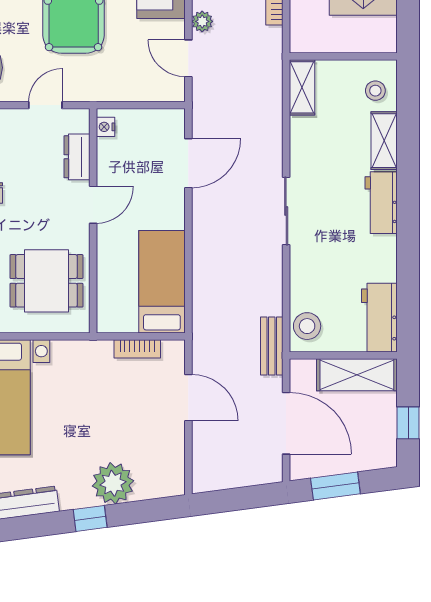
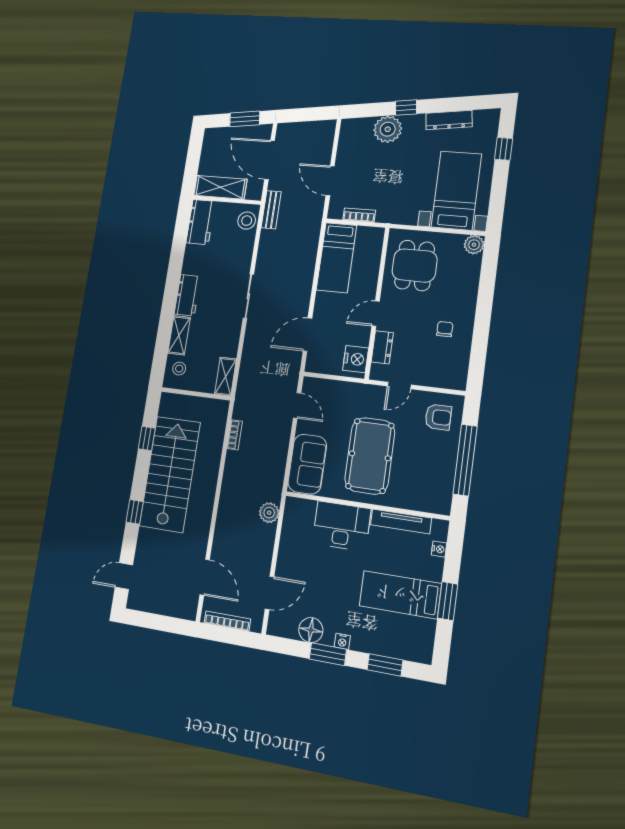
plant: (202, 21) -> (284, 429), removed
nightstand: (106, 127) -> (356, 359), width x1.89, depth x1.79
dining table: (46, 281) -> (415, 265), turned 90
window: (408, 423) -> (194, 155), removed

